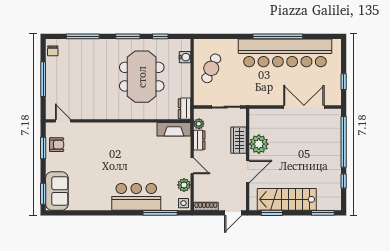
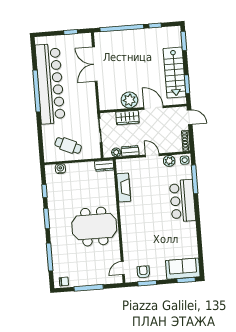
meeting table: (142, 77) -> (94, 227), moved
fireplace: (174, 129) -> (124, 188), moved
door: (192, 166) -> (152, 155), hinge flipped

